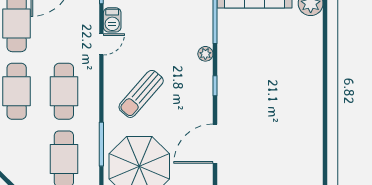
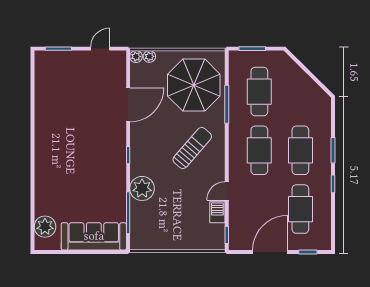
plant: (205, 54) -> (142, 188), width x1.87, depth x1.87

